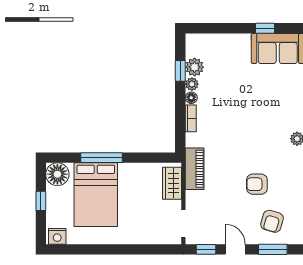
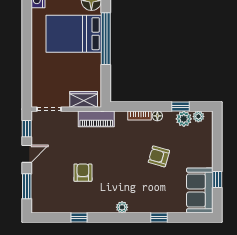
plant: (192, 84) -> (198, 116), moved
window: (101, 158) -> (106, 39), width x1.46
armchair: (272, 221) -> (159, 156), moved

